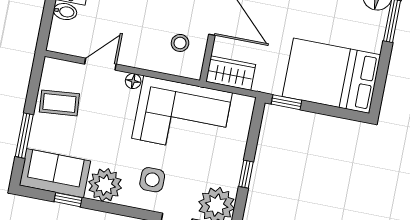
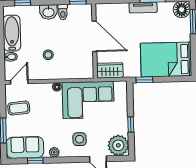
stool: (180, 43) -> (48, 55), moved
door: (100, 64) -> (19, 82), moved
plant: (105, 185) -> (54, 152), width x0.53, depth x0.53

